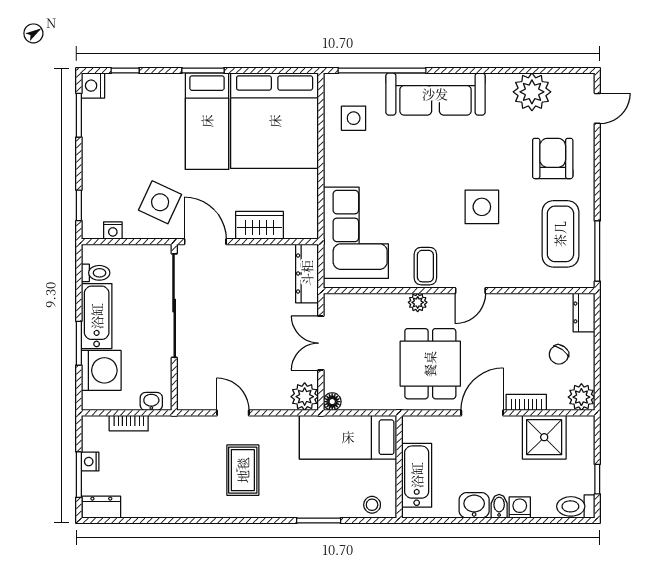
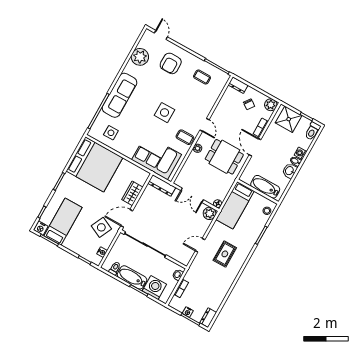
bed: (207, 121) -> (63, 222), moved, turned -90
armchair: (553, 158) -> (171, 63), turned -90
side table: (482, 207) -> (164, 113), moved
coffee table: (560, 234) -> (202, 77), width x0.54, depth x0.58
shower: (544, 437) -> (289, 119), moved
rug: (243, 470) -> (225, 254), turned 90

